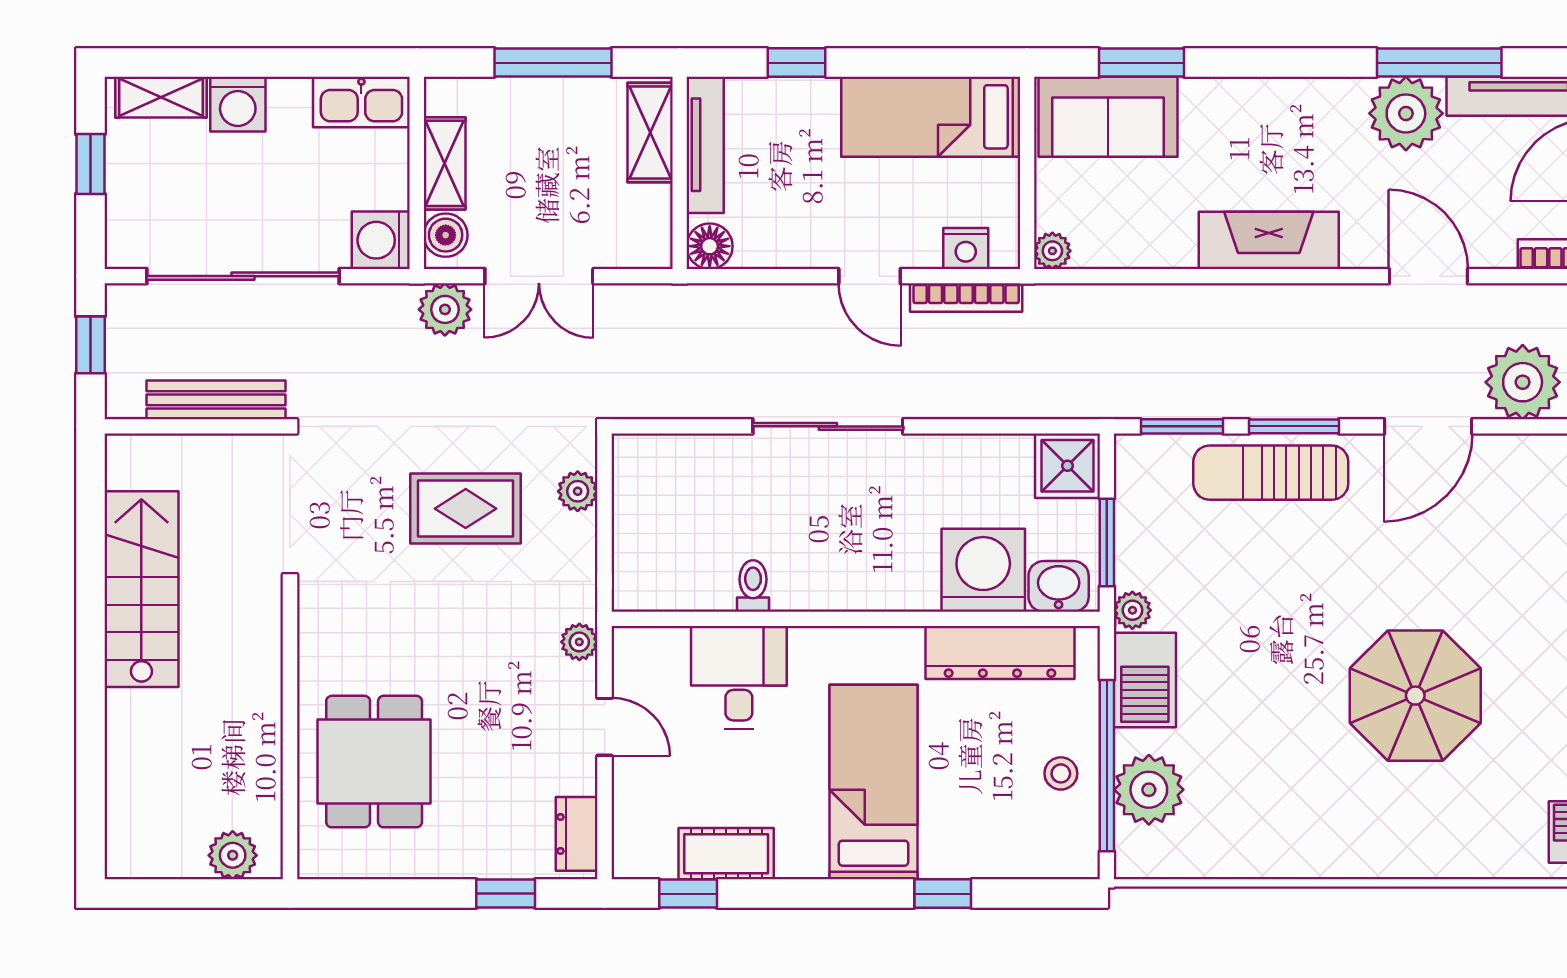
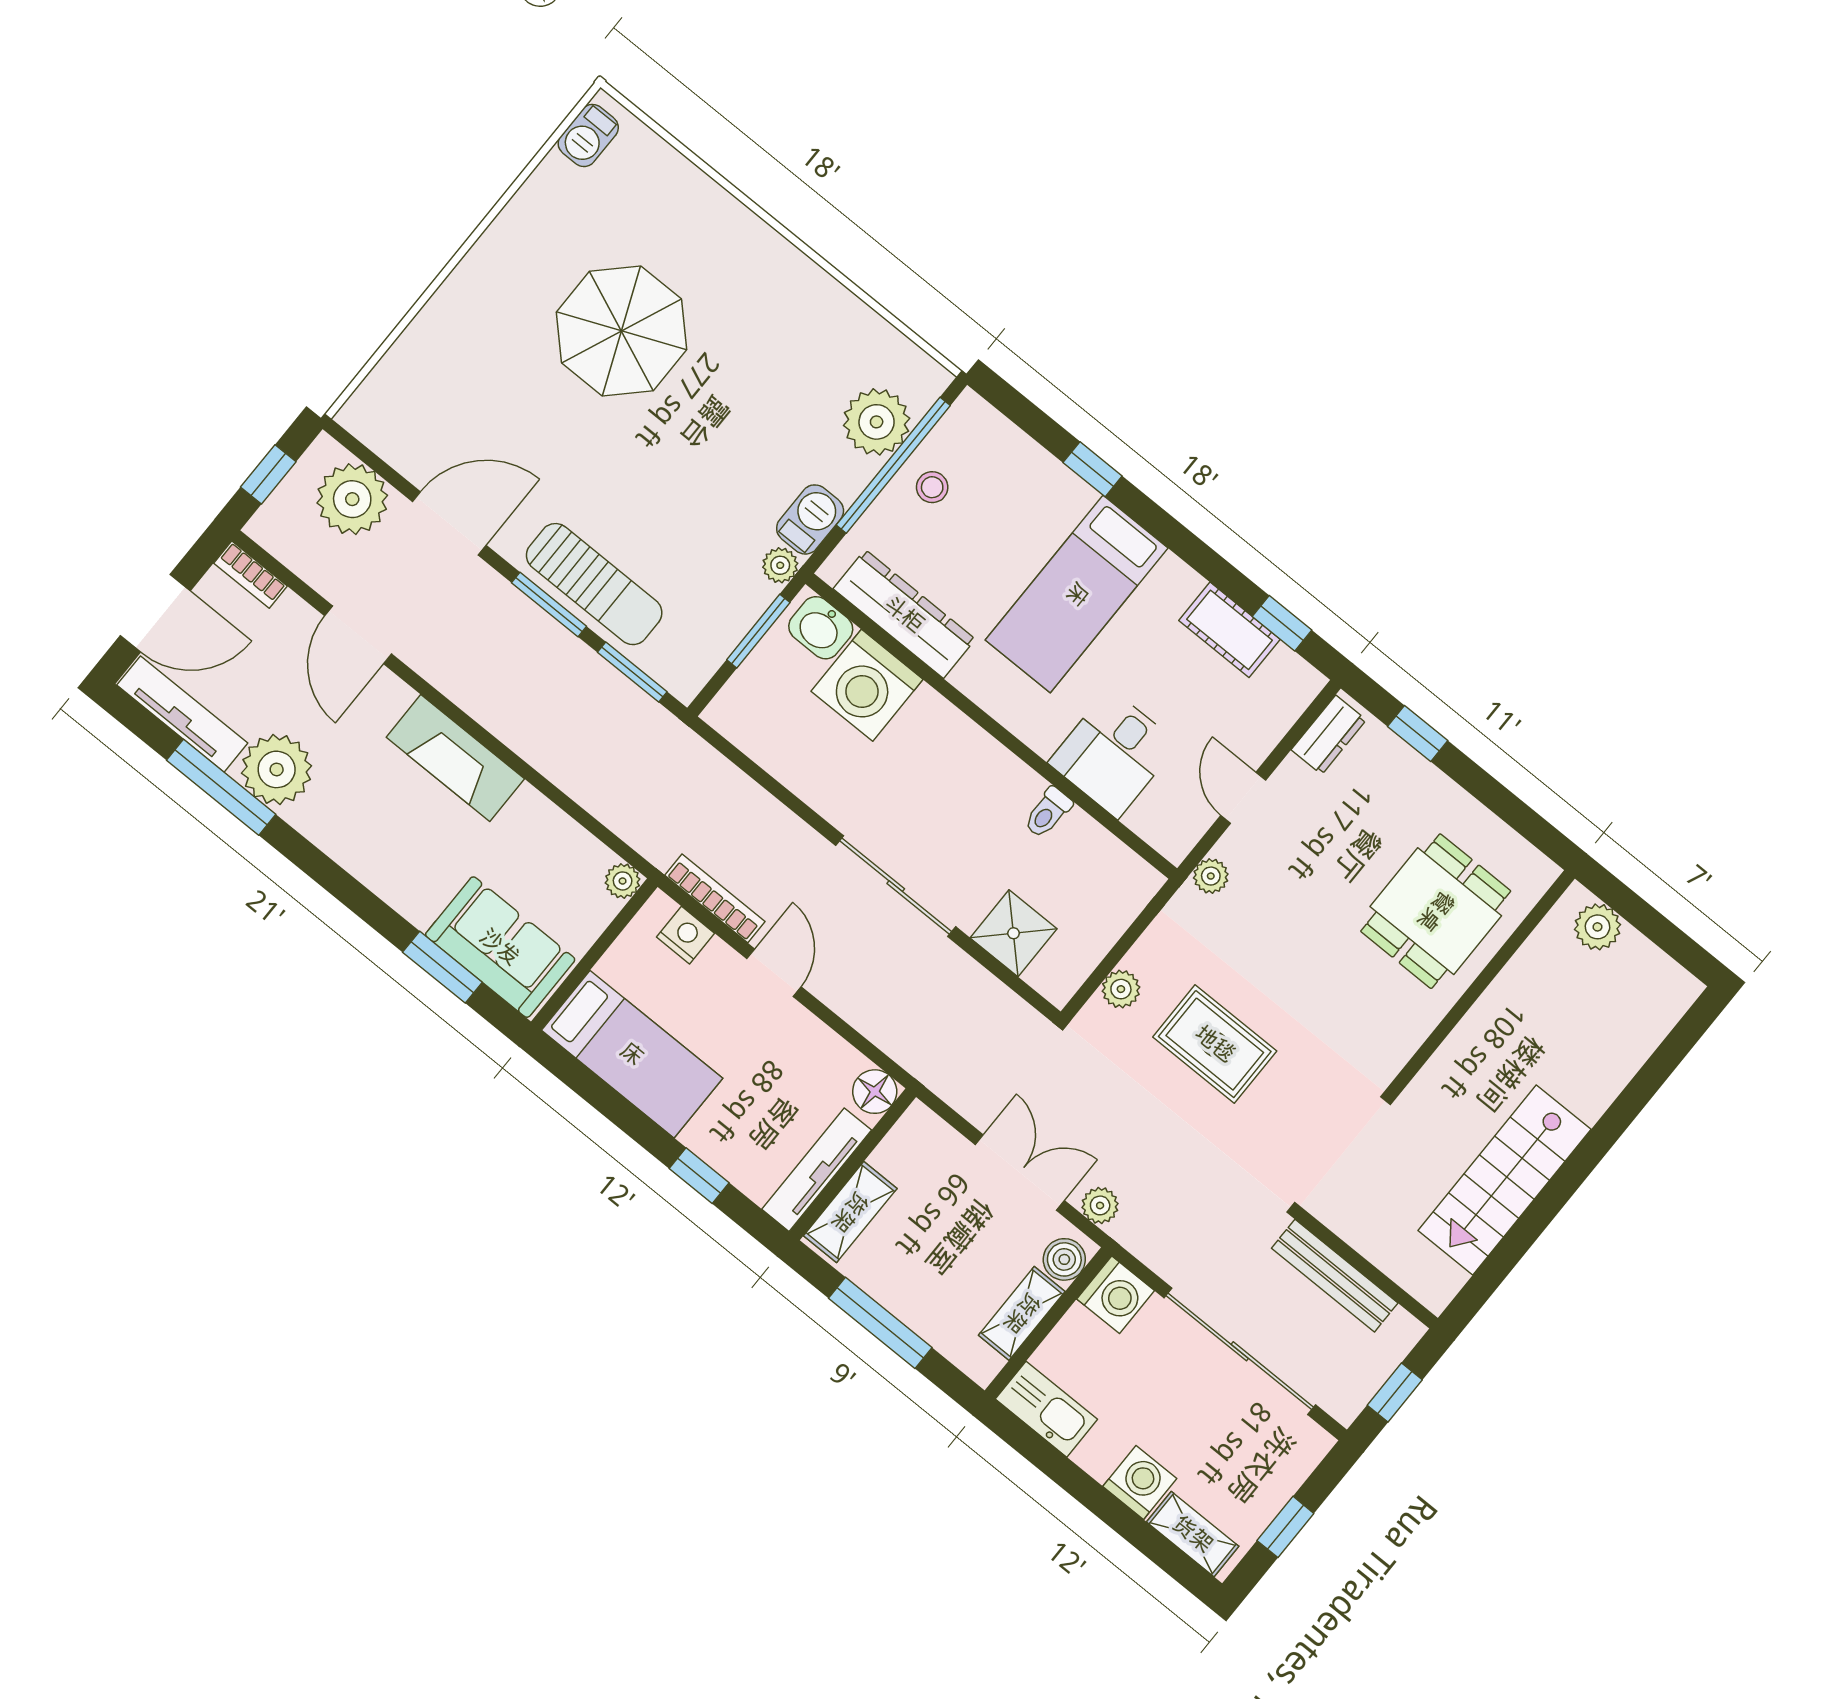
plant: (445, 309) -> (1100, 1205), width x0.73, depth x0.73
shower: (1068, 466) -> (1013, 933), moved
barbecue: (1145, 680) -> (810, 519), width x0.73, depth x0.79

